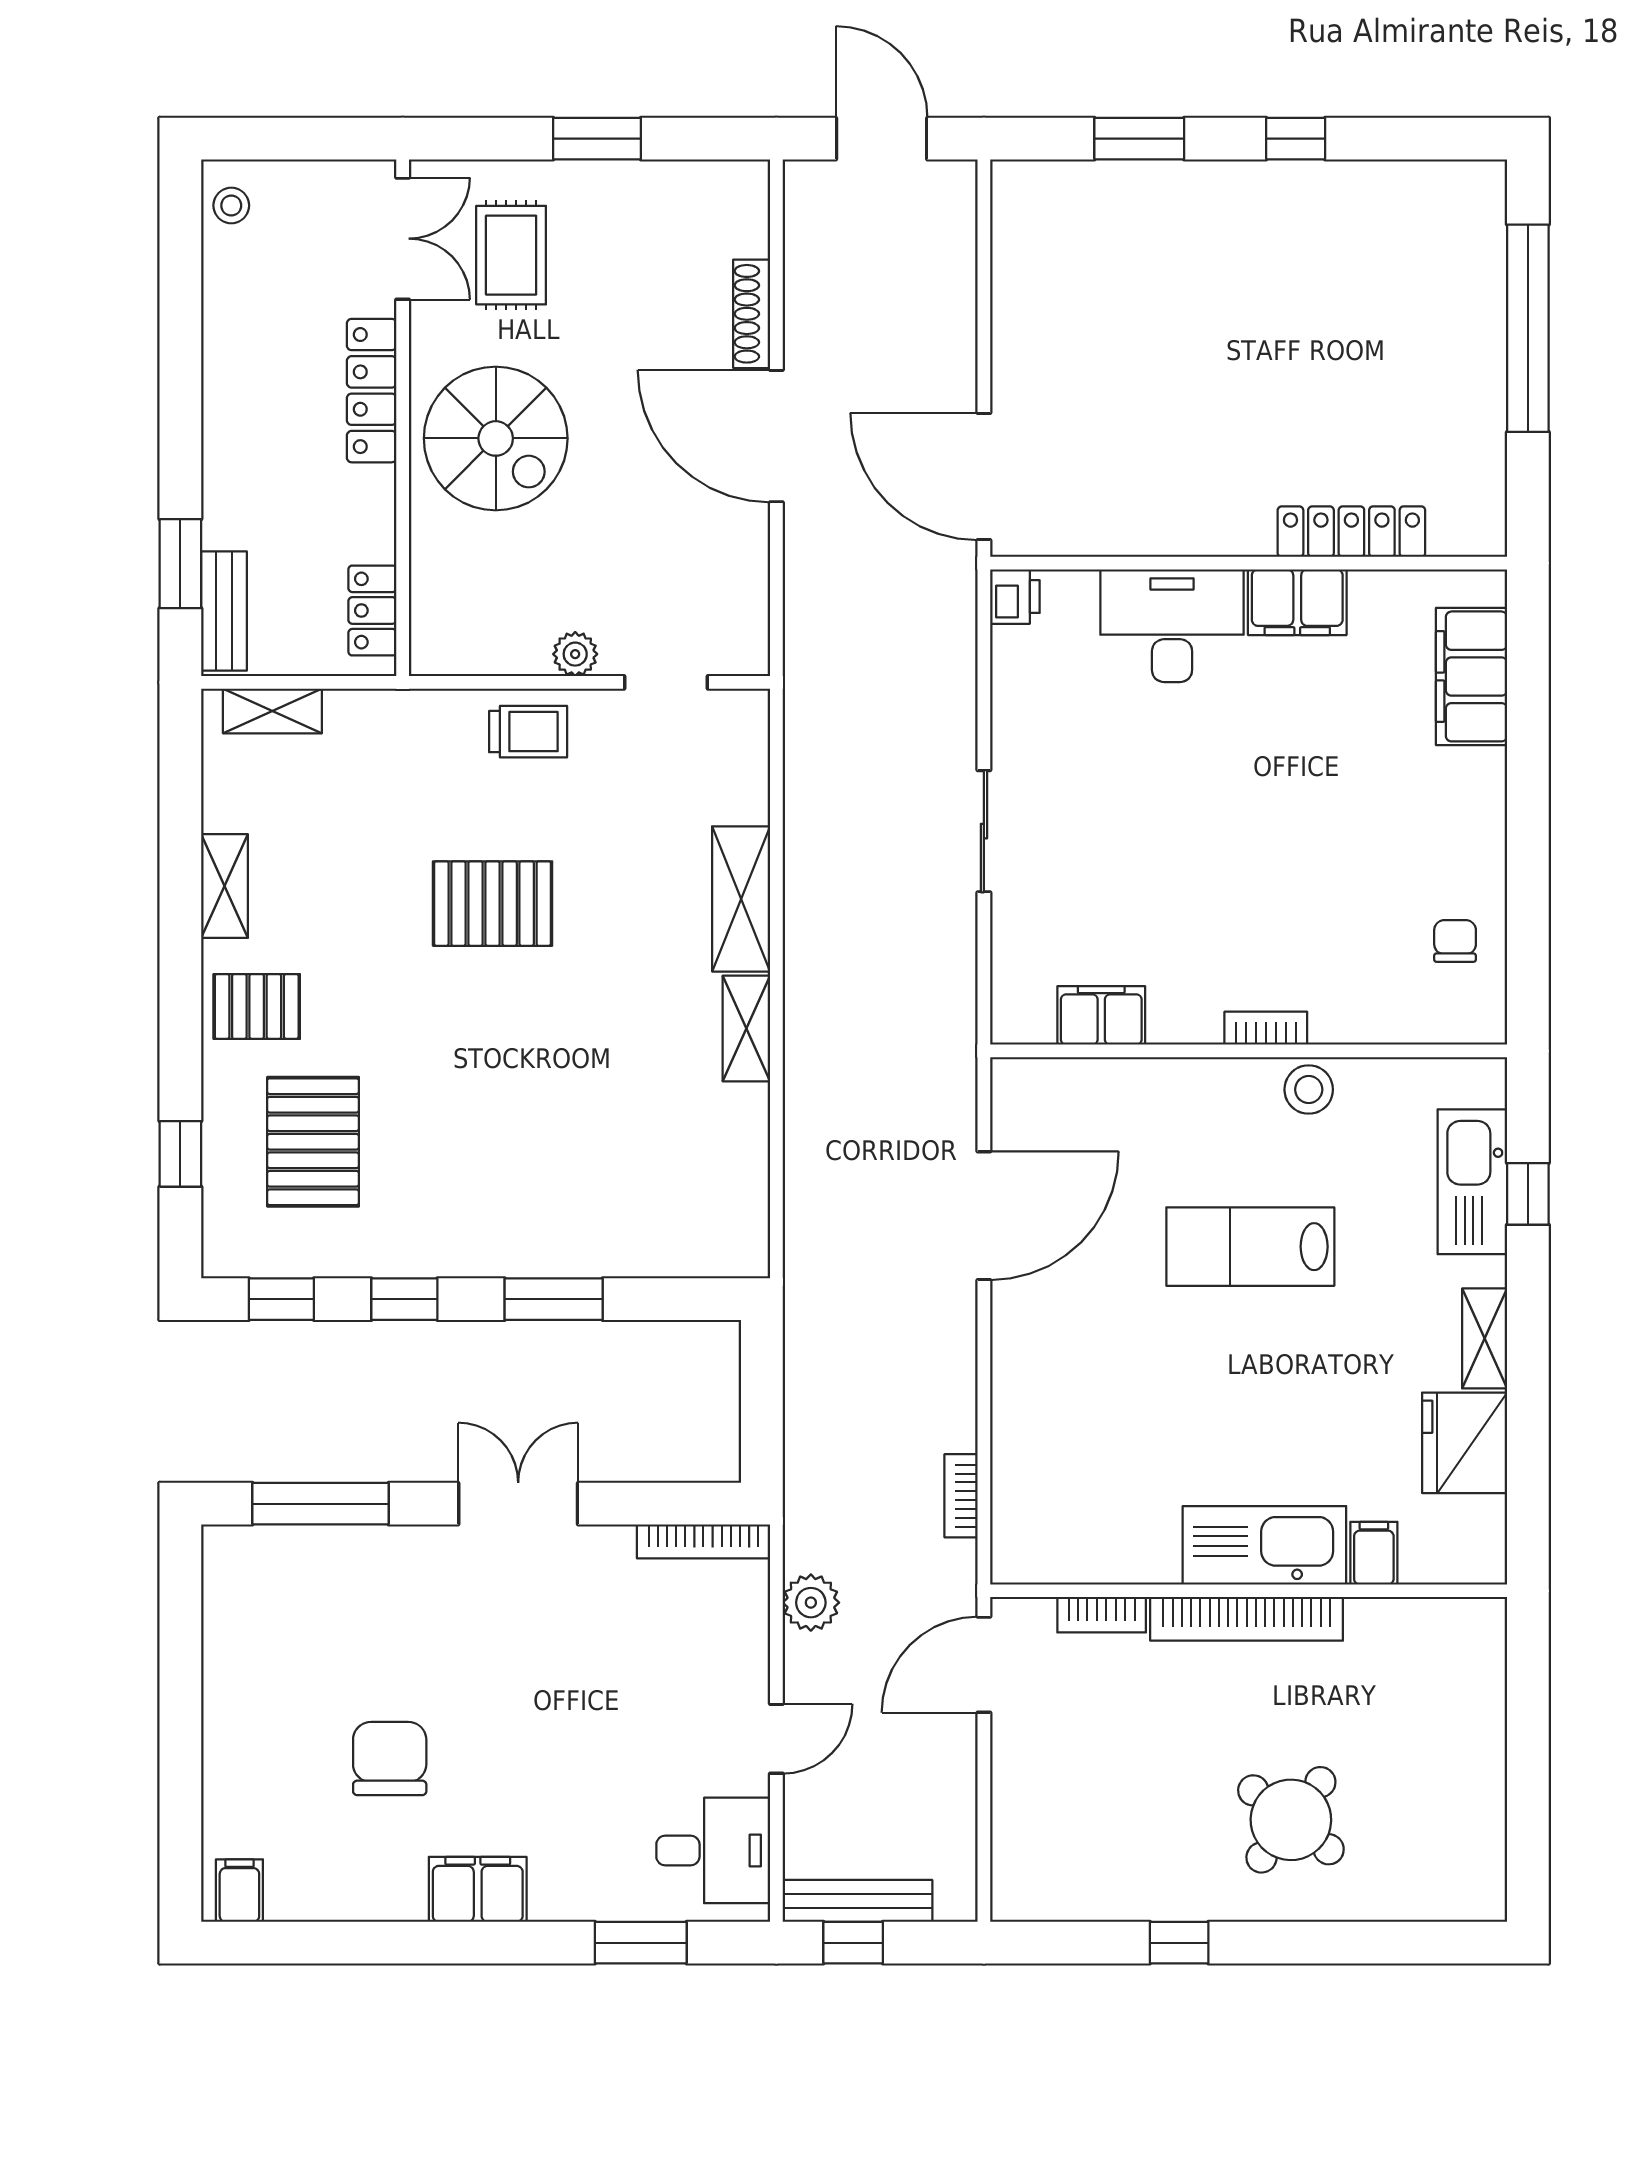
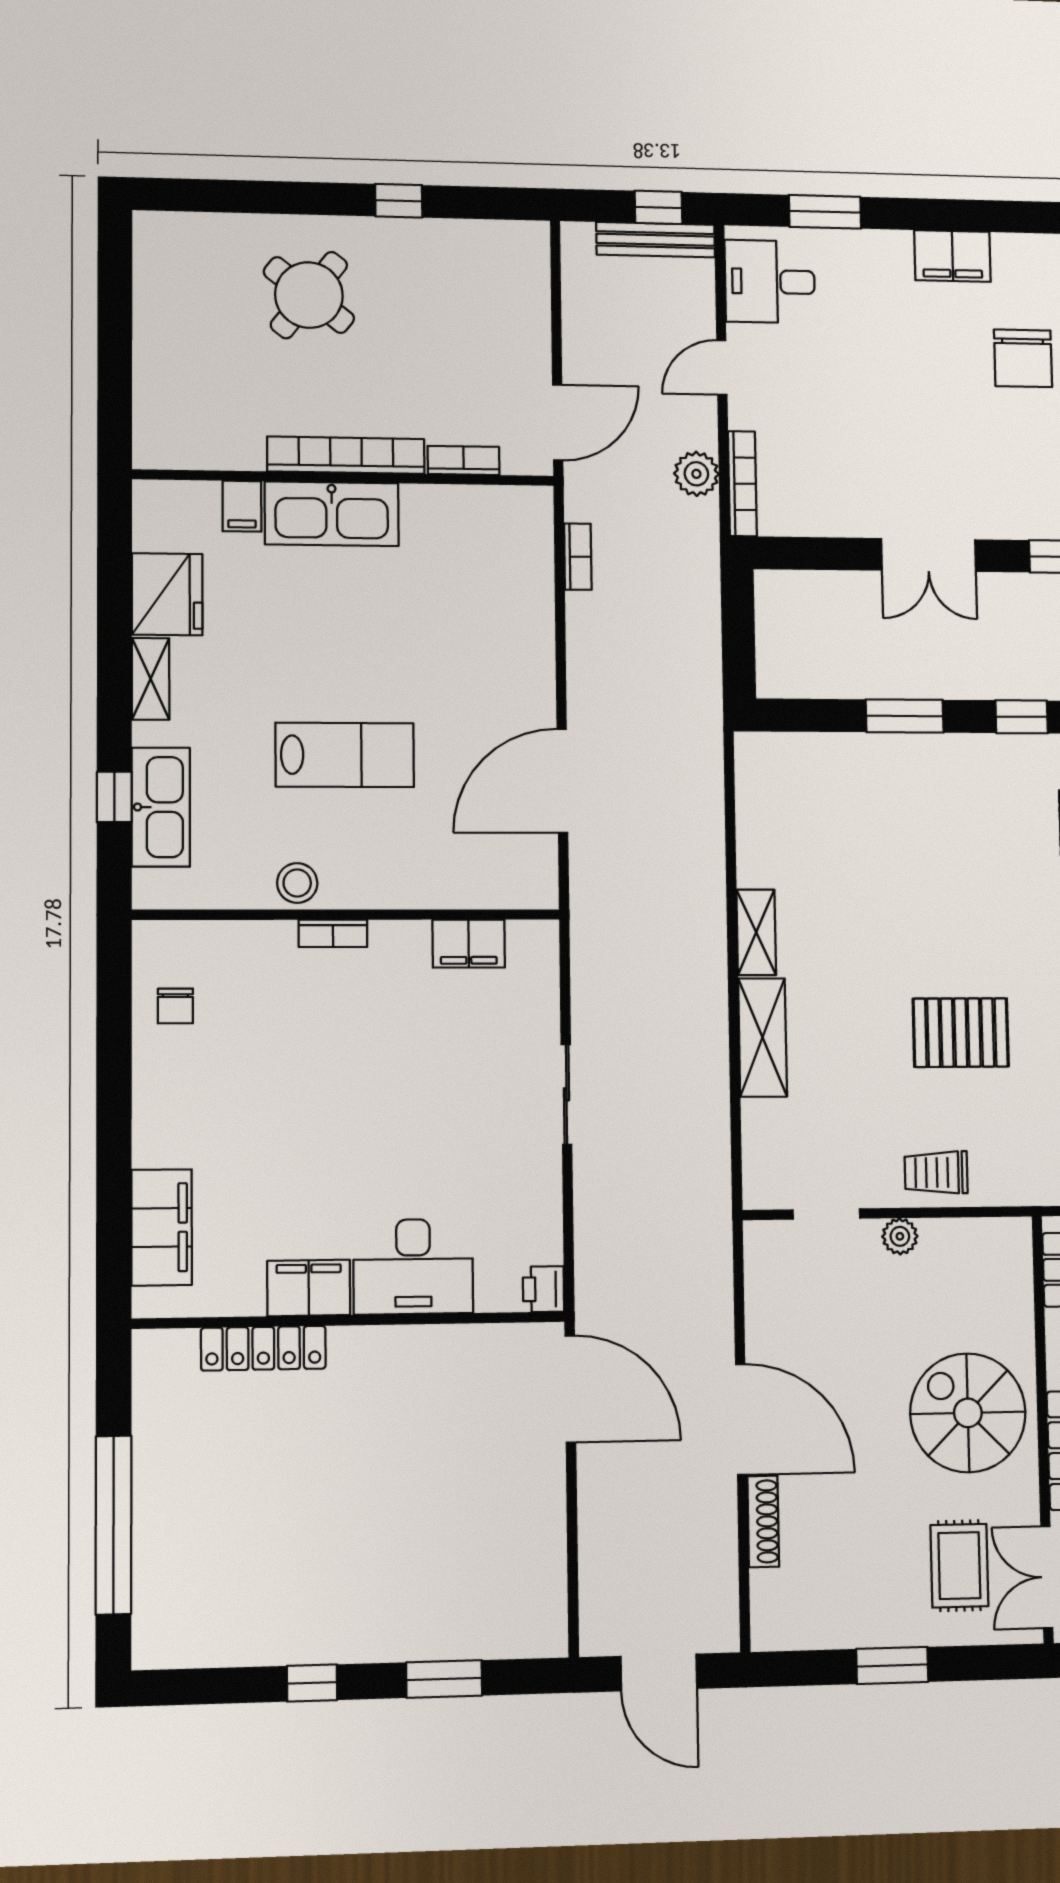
bookcase: (703, 1541) -> (742, 484), moved, turned 90

